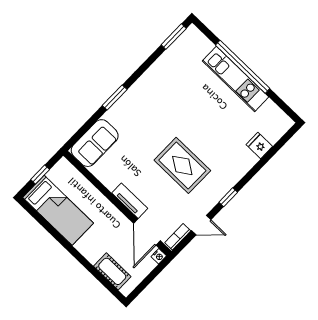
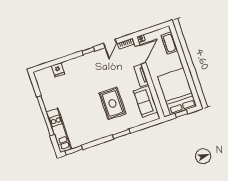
kitchen unit: (235, 79) -> (59, 130), moved
sofa: (95, 143) -> (146, 101), moved, turned -90
rug: (182, 165) -> (112, 103), moved
bed: (58, 210) -> (177, 91), width x1.50
door: (201, 225) -> (110, 43), swing flipped

